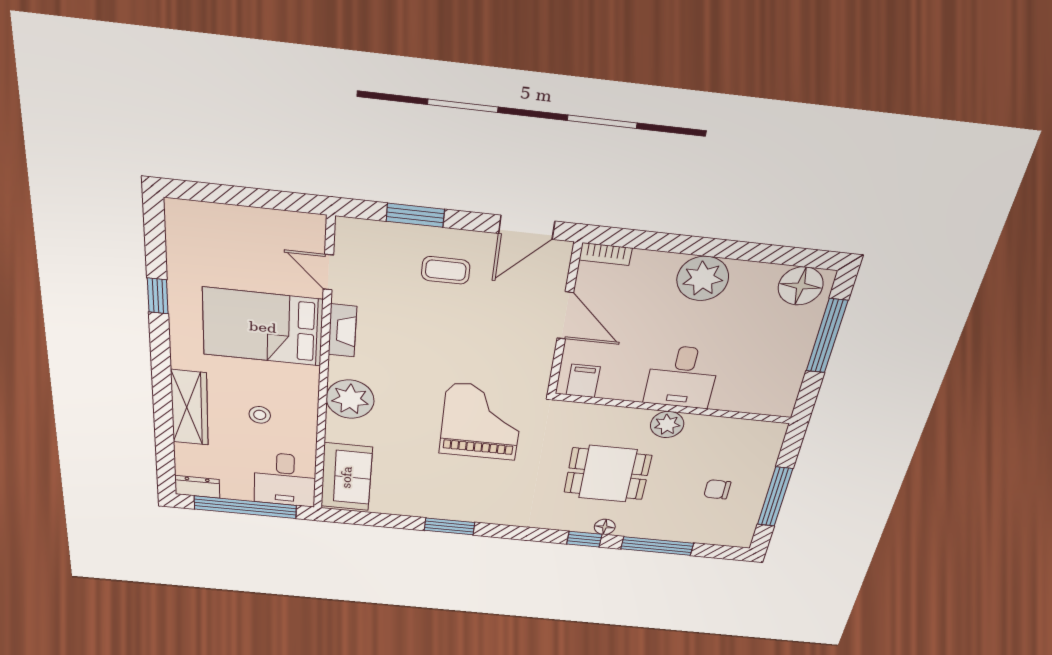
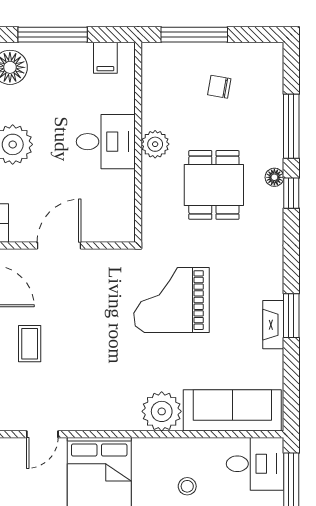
fireplace: (342, 331) -> (273, 325), moved, turned -90
filing cabinet: (583, 381) -> (105, 58), moved, turned -90
sofa: (346, 477) -> (232, 410), width x1.36
chair: (717, 489) -> (219, 87), turned 100
window: (775, 497) -> (194, 35), moved

